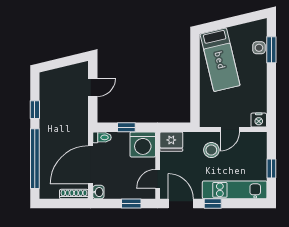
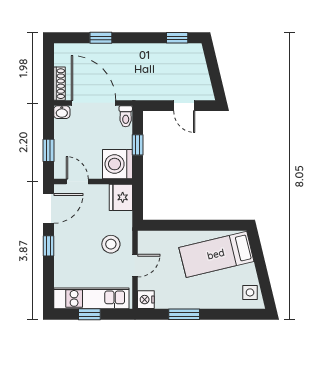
side table: (259, 48) -> (250, 292), moved
window: (271, 50) -> (184, 314), moved
window: (35, 110) -> (177, 38), moved
door: (230, 130) -> (135, 266), swing flipped
window: (35, 159) -> (101, 38), width x0.32
kitchen unit: (235, 190) -> (91, 298), moved, turned -90

